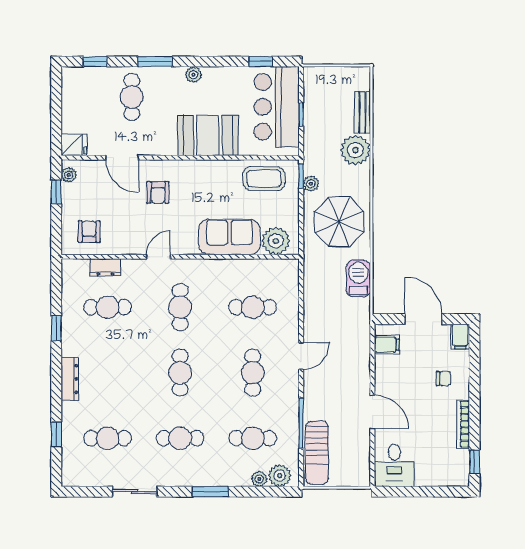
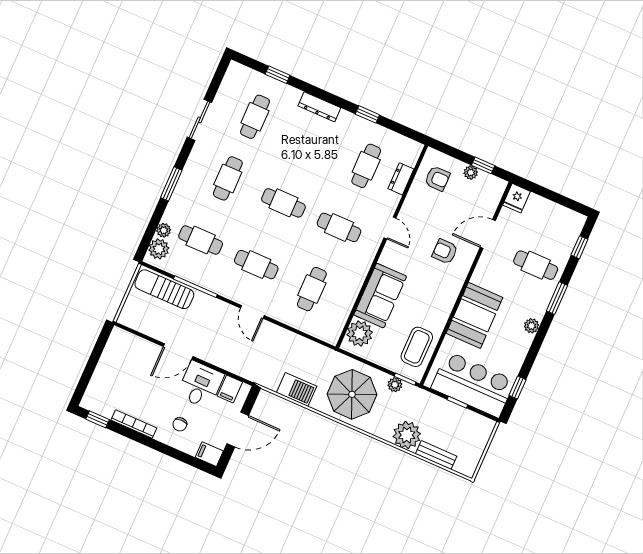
plant: (69, 175) -> (471, 173), moved
cafe table: (253, 438) -> (201, 240), turned 90
desk: (394, 465) -> (200, 385), moved, turned 90

